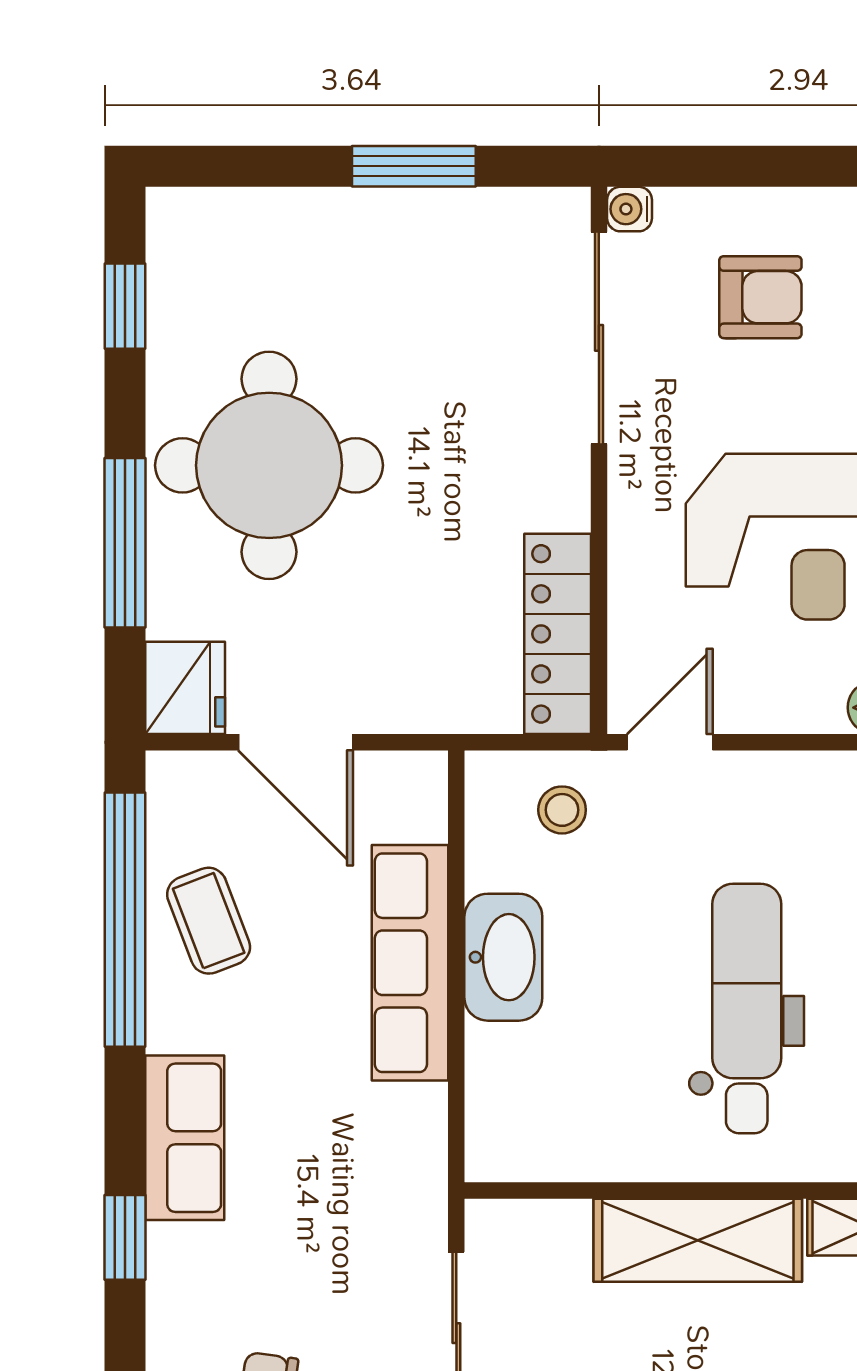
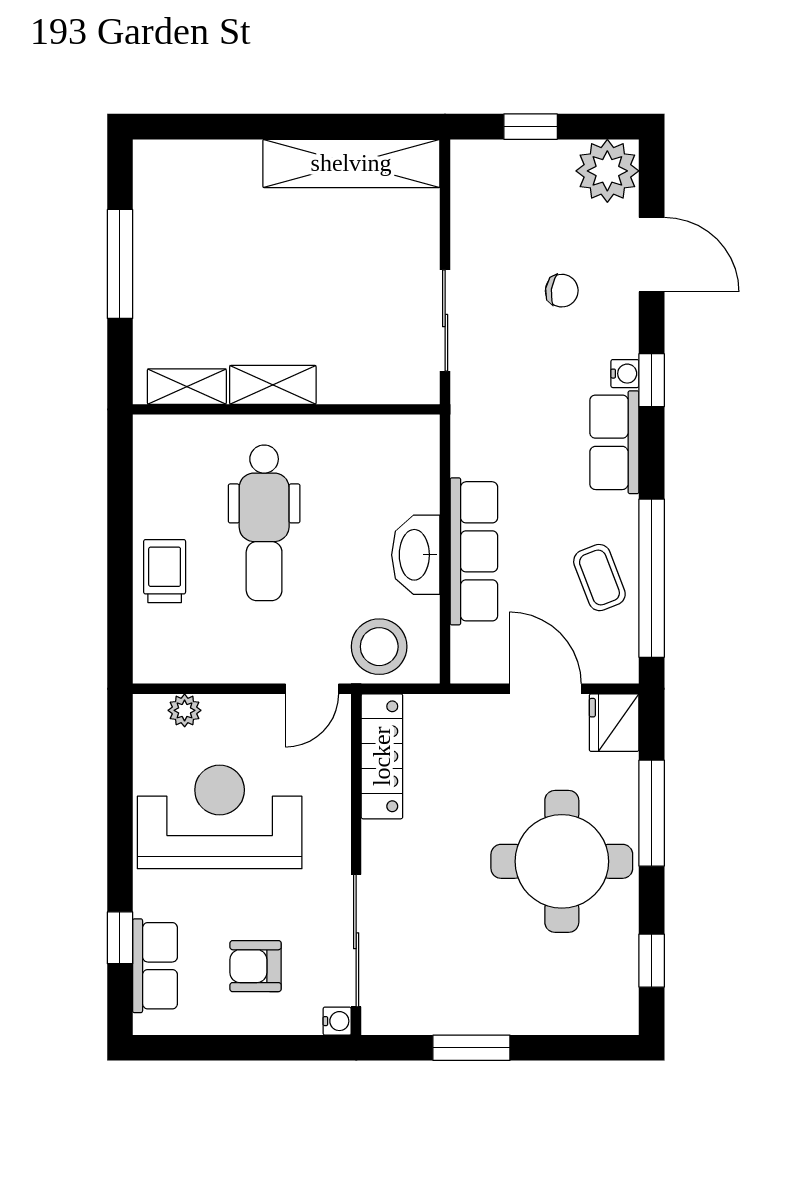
stool: (562, 810) -> (379, 647), width x1.89, depth x1.89
shelving: (698, 1240) -> (273, 385), width x0.67, depth x0.75
water cooler: (168, 1248) -> (625, 374), added

